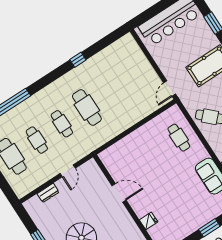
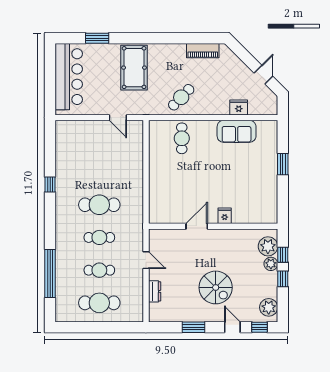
door: (170, 89) -> (118, 118), moved
cafe table: (179, 138) -> (182, 138), turned 90
fridge: (149, 221) -> (225, 216), moved

